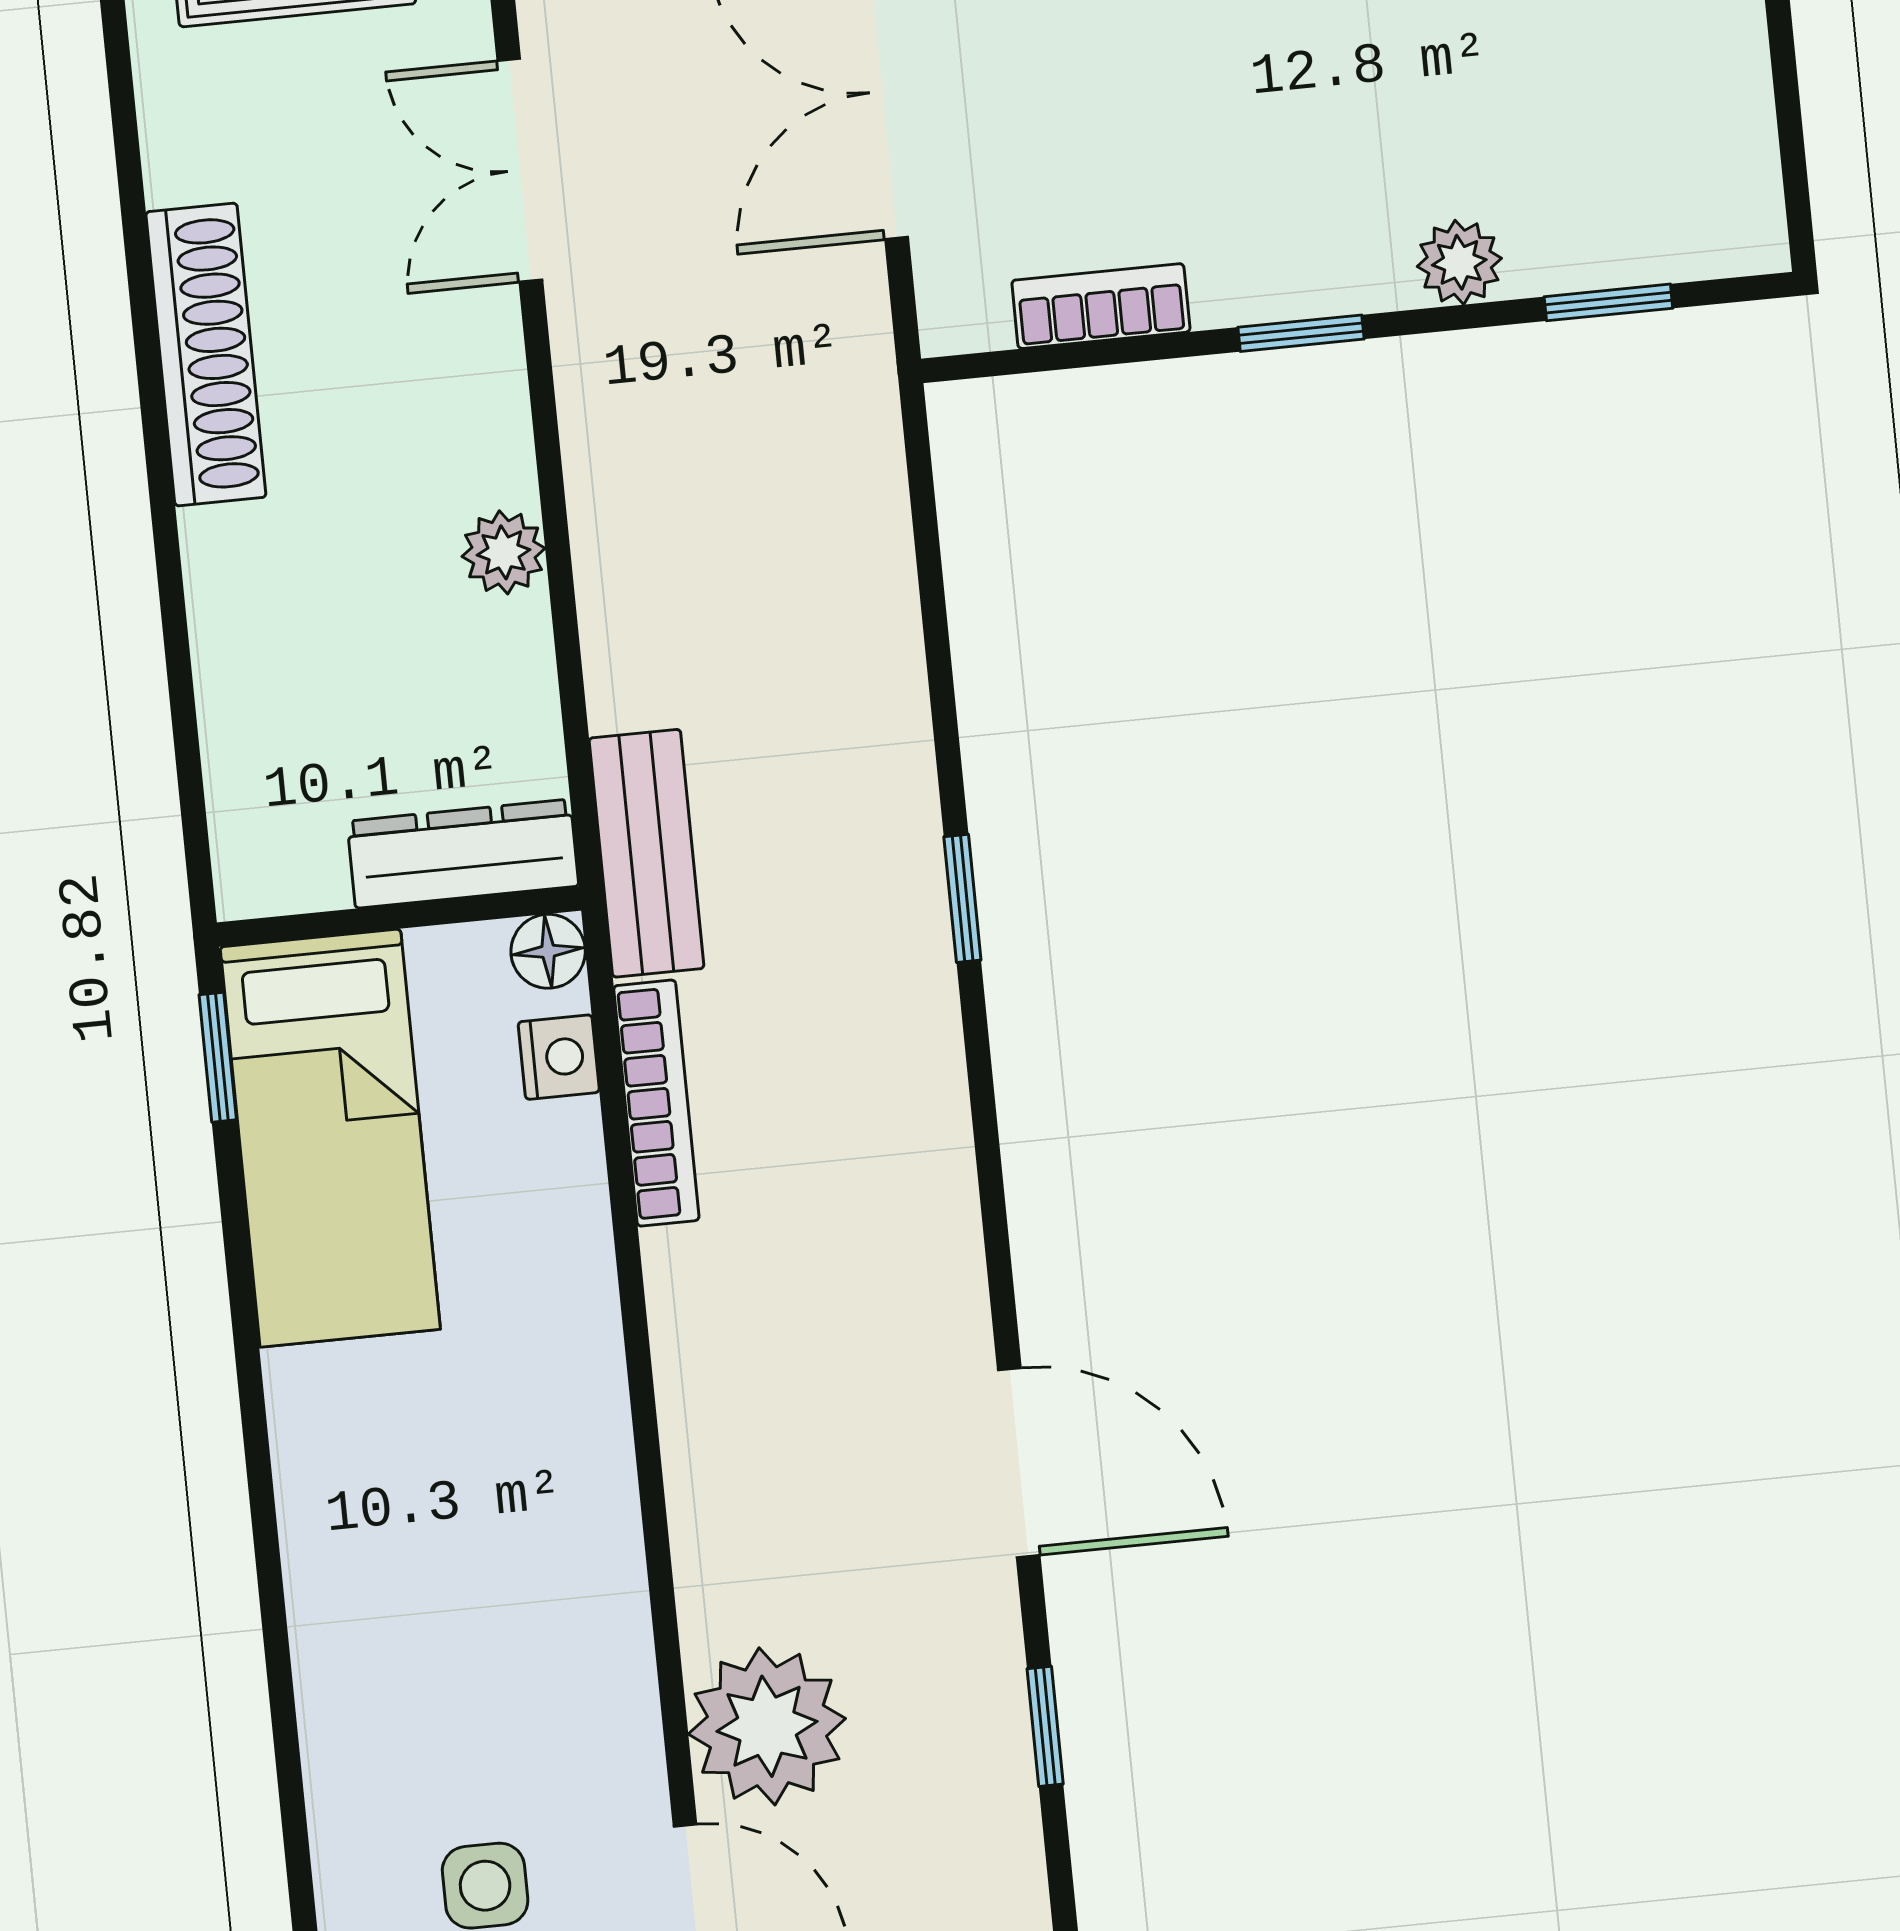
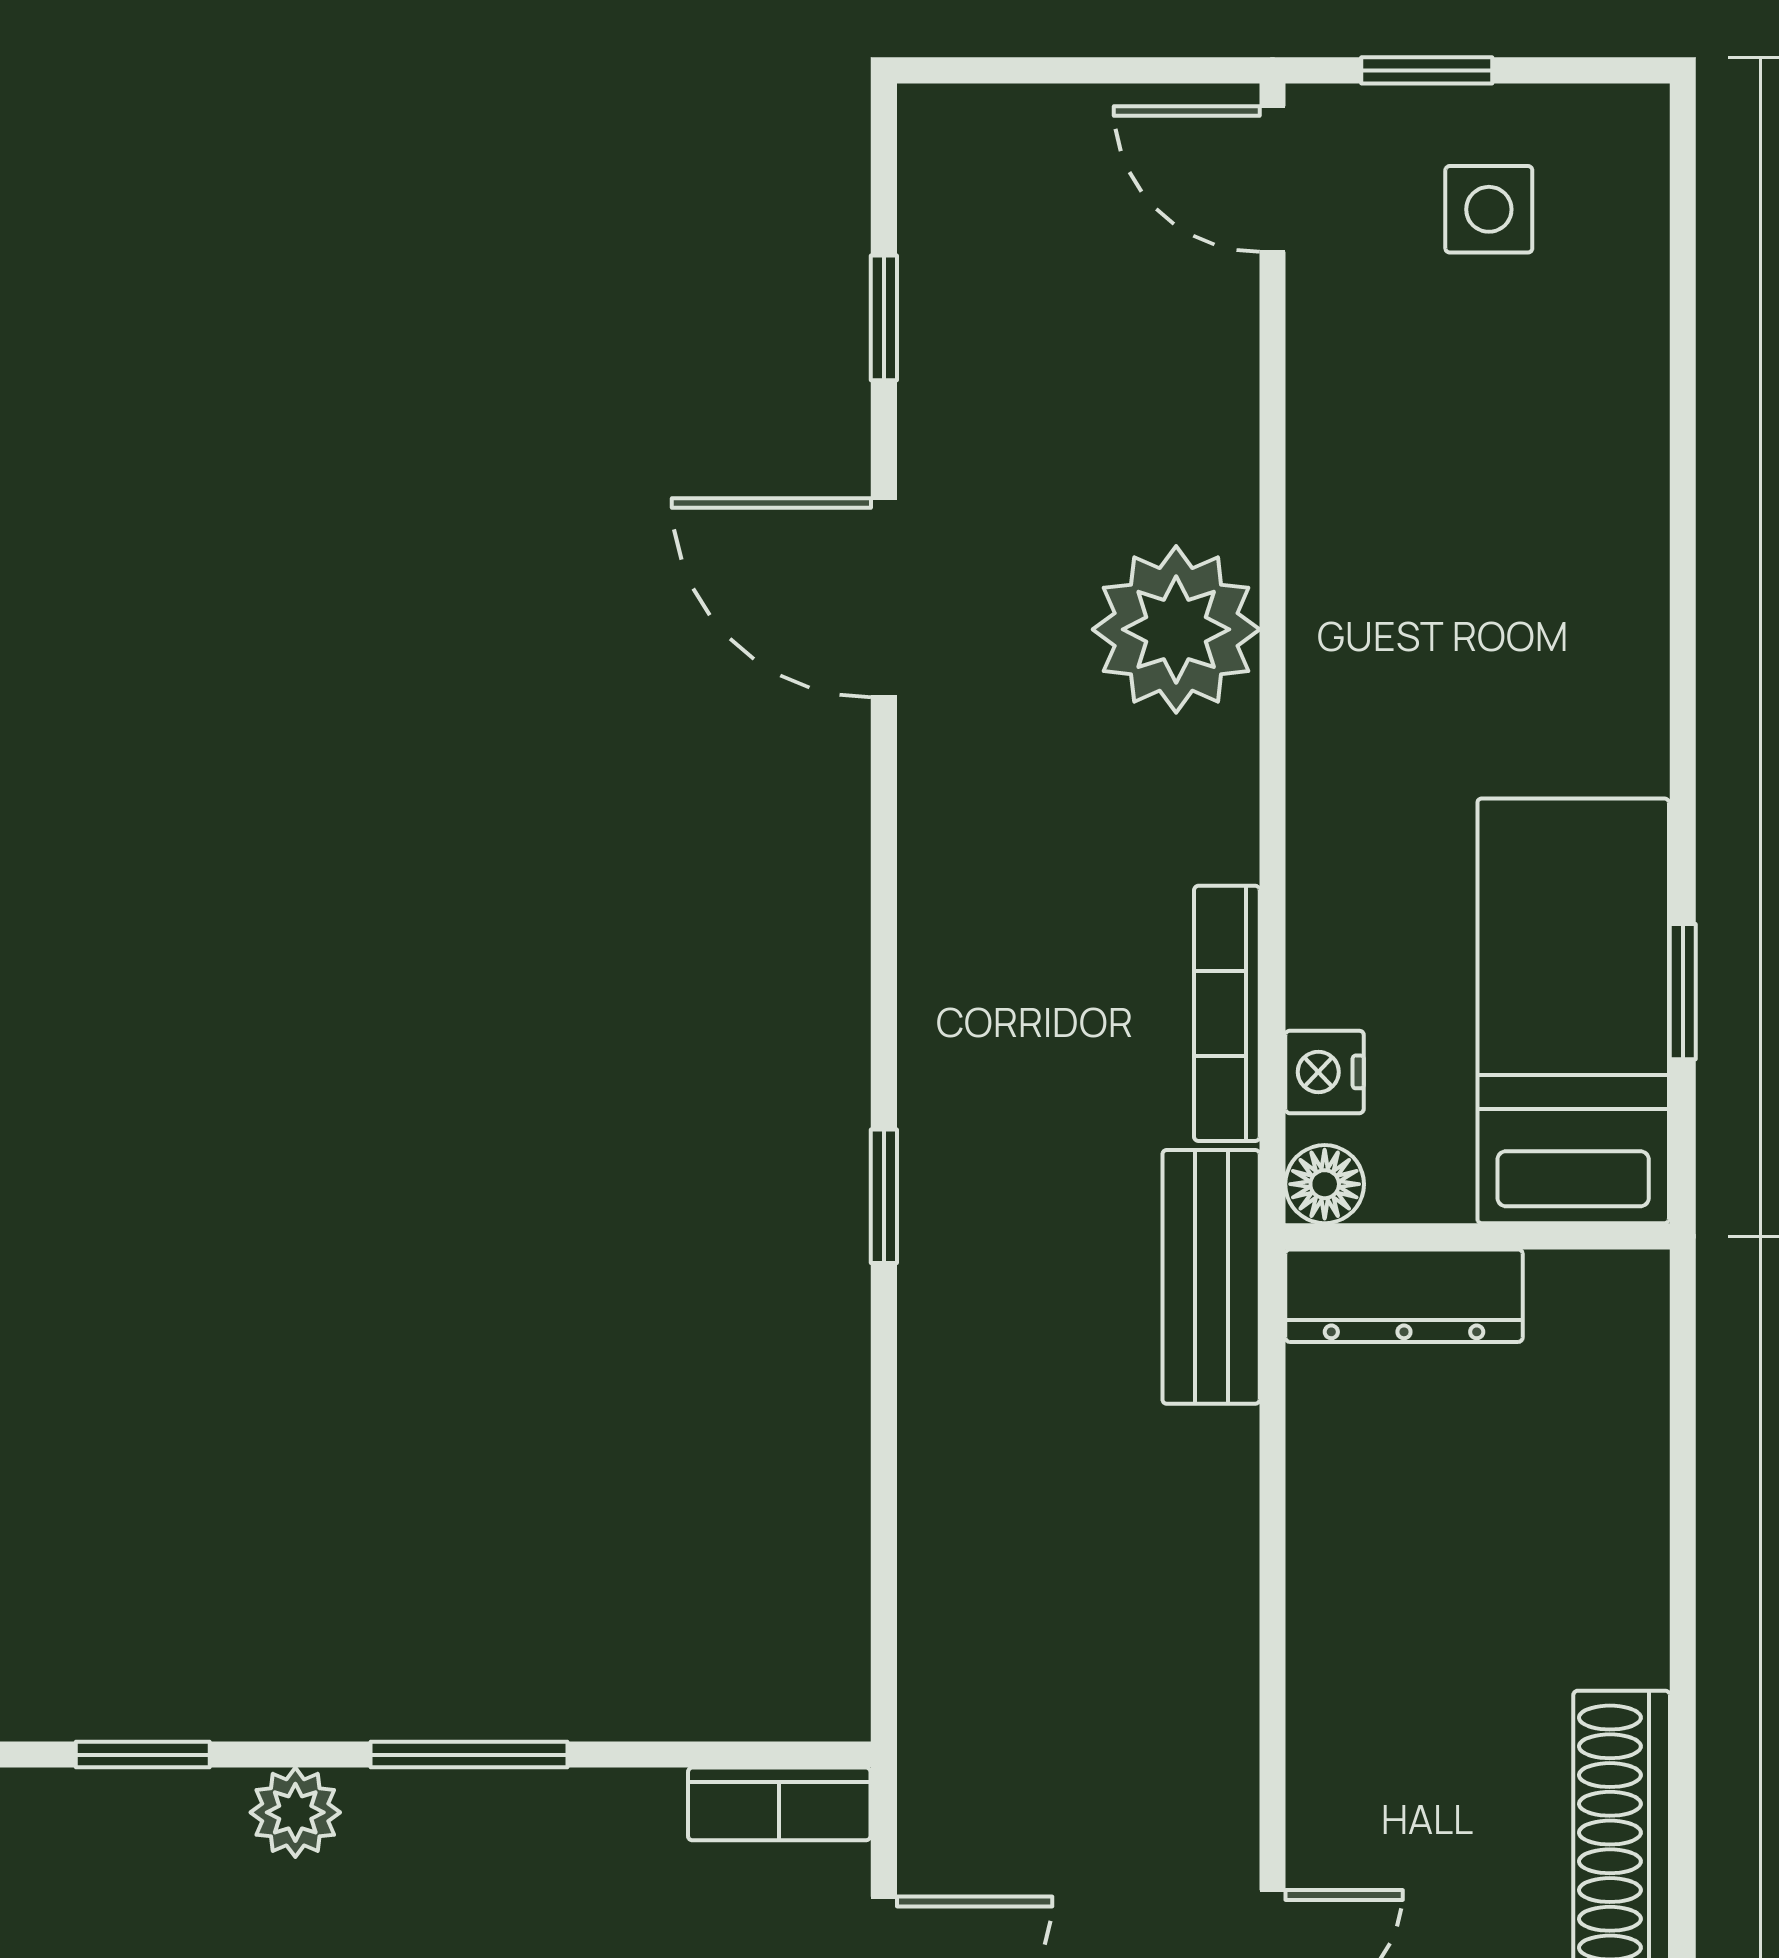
bookcase: (1101, 306) -> (779, 1804), moved
window: (1301, 333) -> (469, 1755), width x1.50
plant: (504, 552) -> (1330, 1608), removed
window: (218, 1057) -> (1683, 992), moved
plant: (767, 1726) -> (1176, 629), moved

